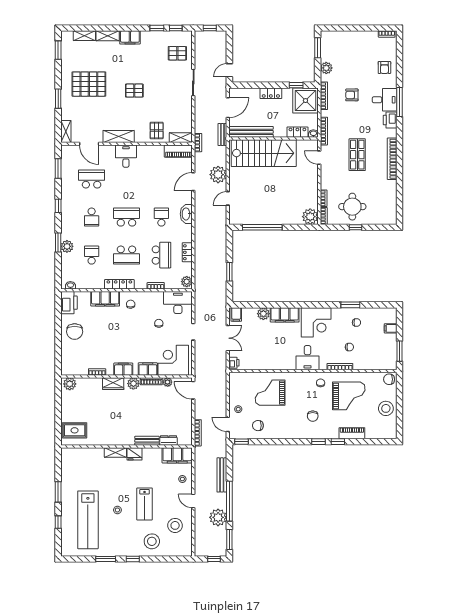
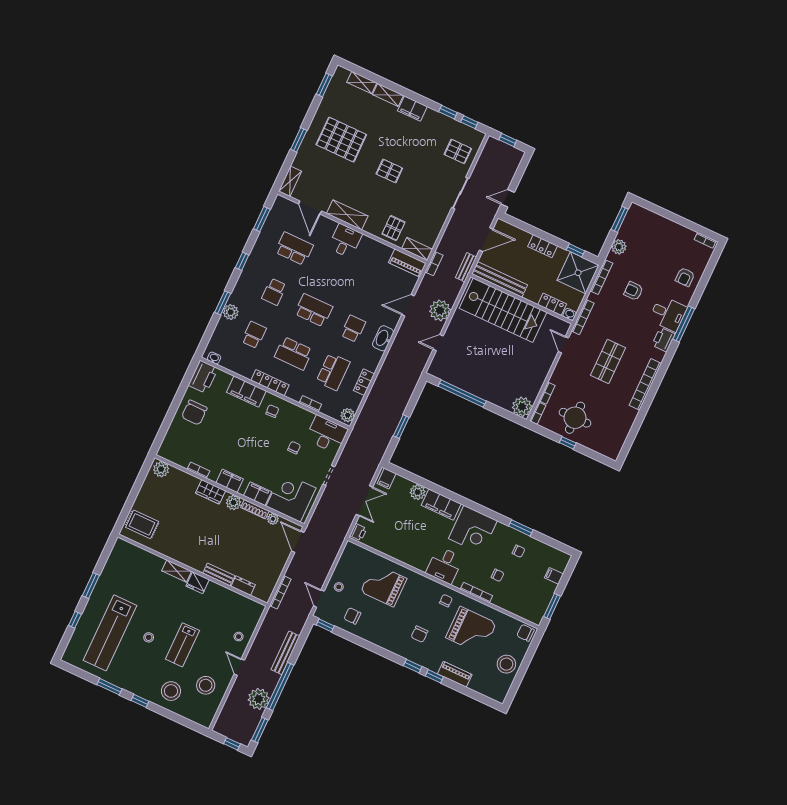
filing cabinet: (177, 455) -> (245, 607), removed

